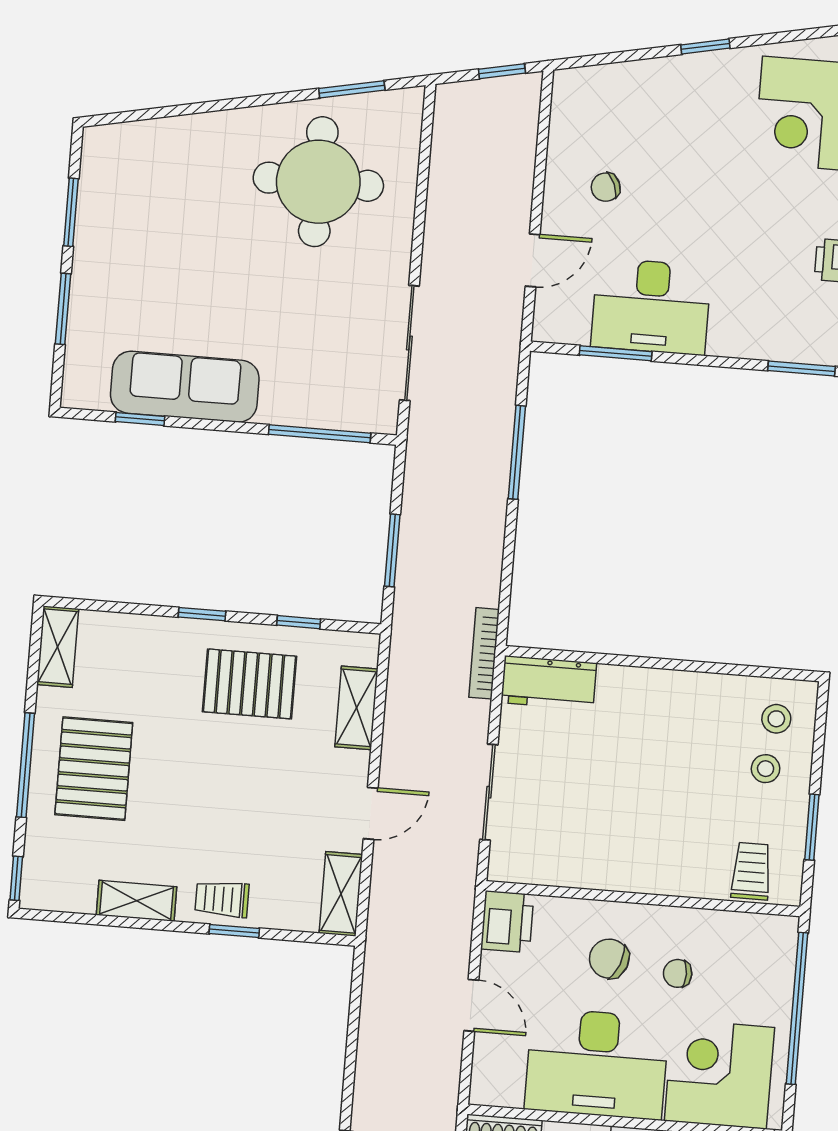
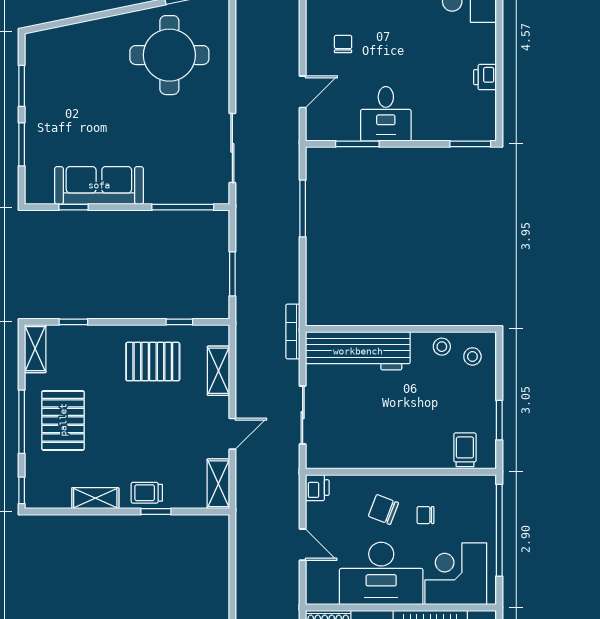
chair: (606, 187) -> (343, 44), turned 113
desk: (651, 306) -> (386, 114), width x0.73
window: (202, 614) -> (73, 322), moved
workbench: (549, 683) -> (358, 351), width x1.88, depth x1.32
stool: (766, 769) -> (442, 347), moved
printer: (507, 922) -> (317, 488), width x0.73, depth x0.81

